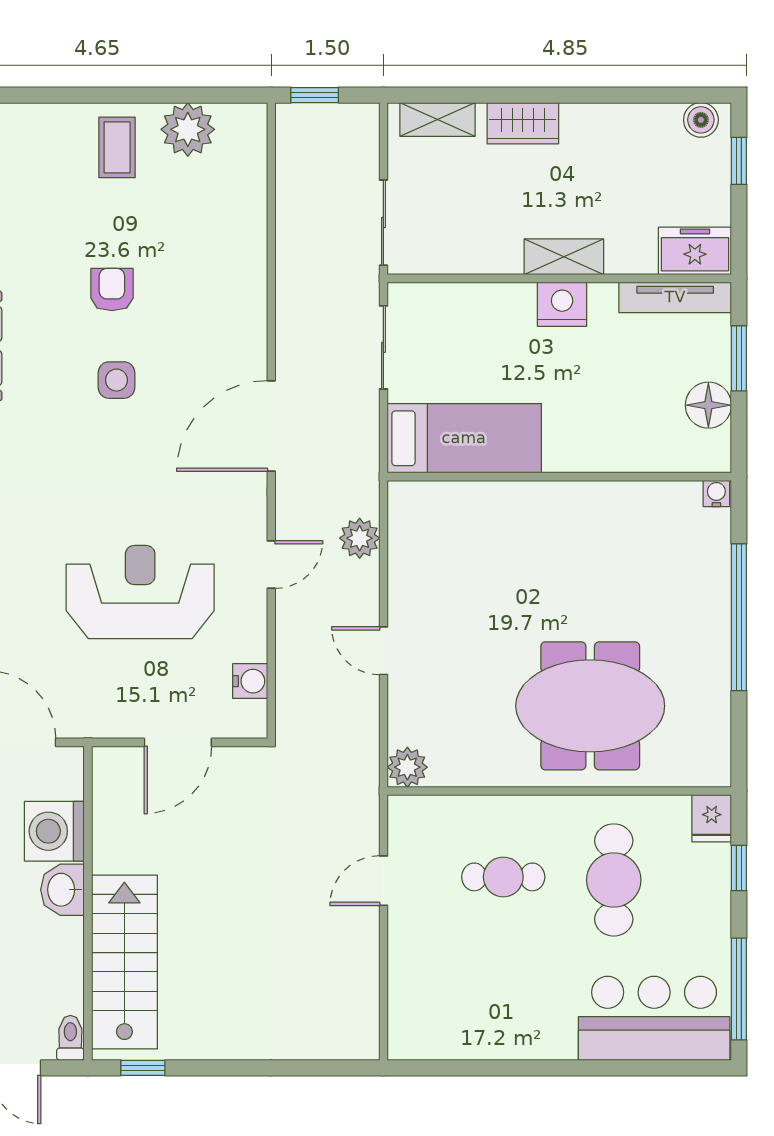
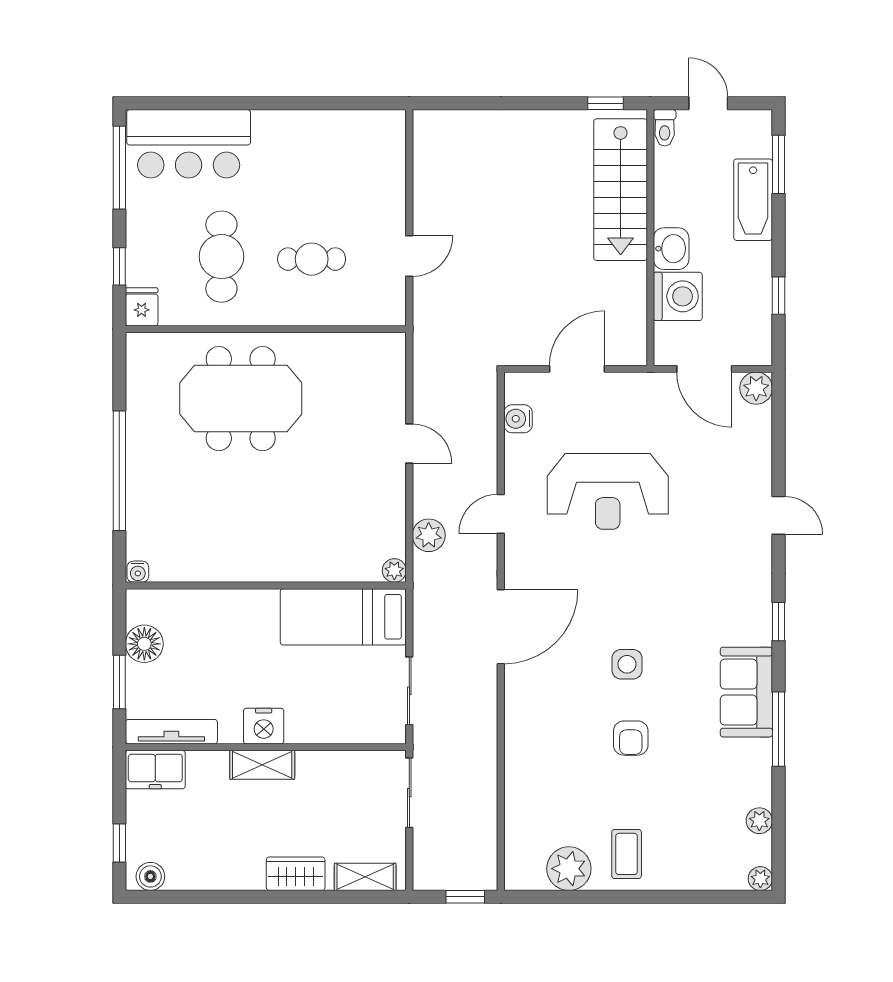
plant: (407, 767) -> (394, 570), moved, width x0.73, depth x0.73

